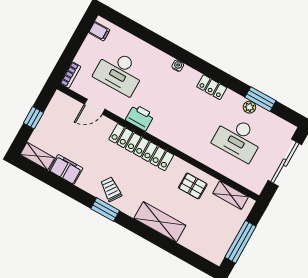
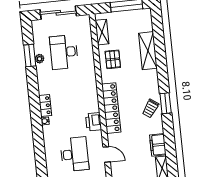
locker: (212, 87) -> (45, 105), moved
desk: (238, 139) -> (64, 52), turned 180
shelving: (160, 222) -> (148, 51), moved

